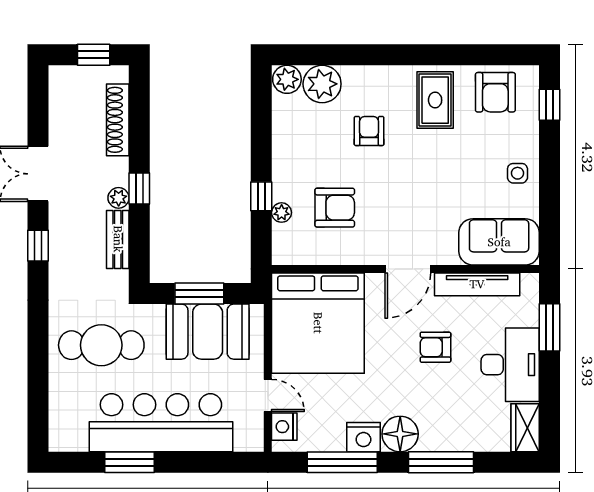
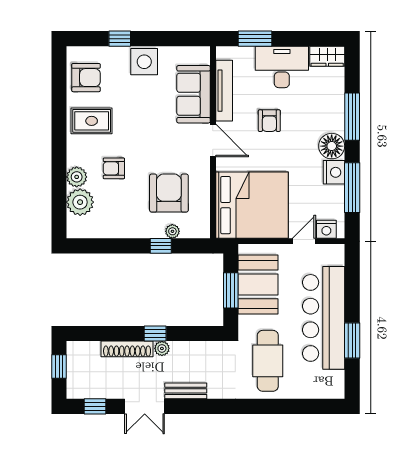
plant: (287, 79) -> (77, 177), moved
window: (550, 105) -> (120, 39), moved
shoe rack: (118, 120) -> (127, 349), moved
side table: (517, 173) -> (144, 62), width x1.87, depth x1.87
armchair: (335, 208) -> (169, 193), width x1.36, depth x1.36
bench: (118, 239) -> (186, 391), moved
sofa: (499, 242) -> (194, 94), moved
window: (38, 246) -> (95, 406), moved

